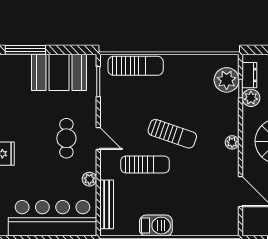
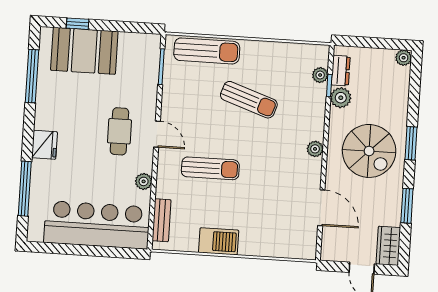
window: (25, 50) -> (78, 24), width x0.46
booth: (59, 72) -> (84, 51), moved
plant: (227, 80) -> (320, 75), width x0.53, depth x0.53
sun lounger: (172, 134) -> (249, 100), moved
bench: (107, 204) -> (161, 220), width x0.73

